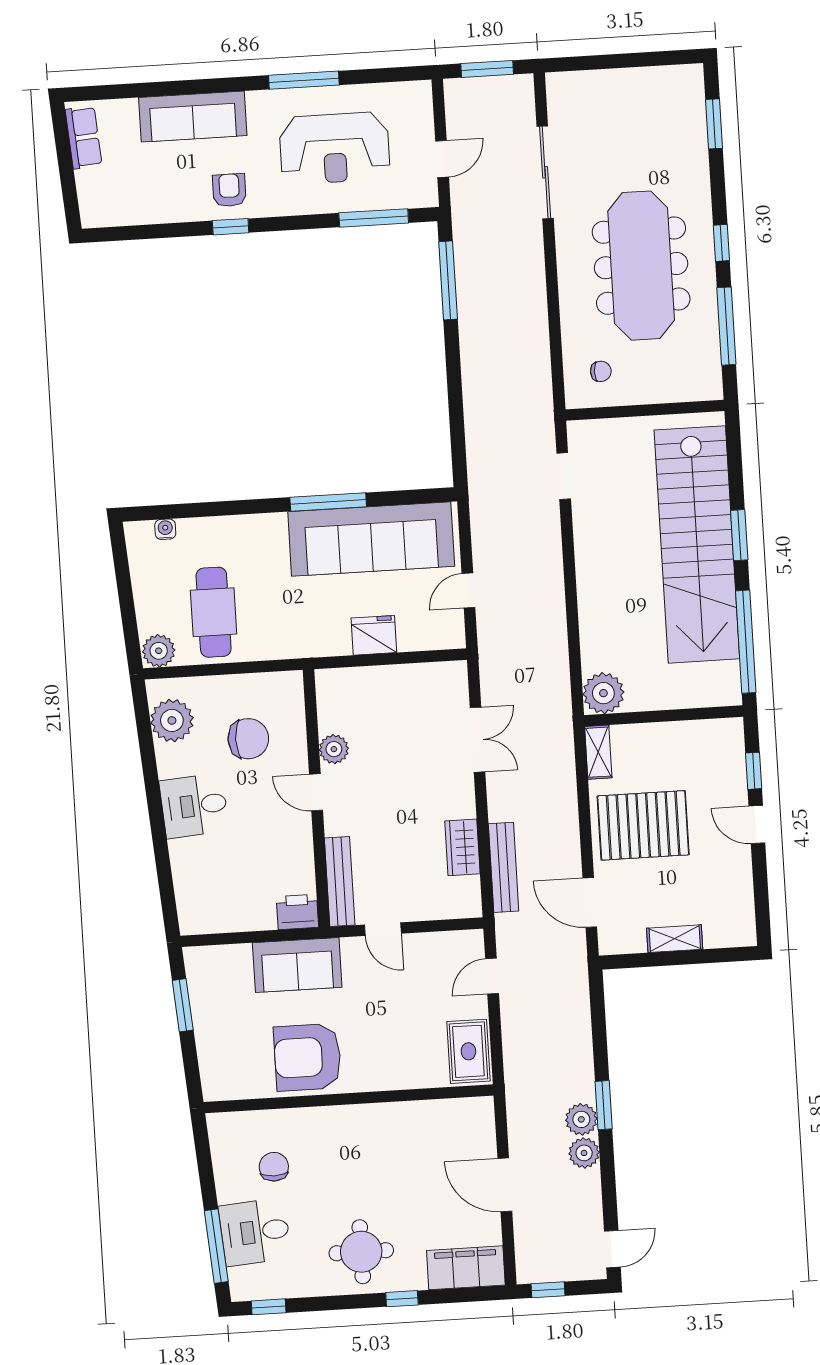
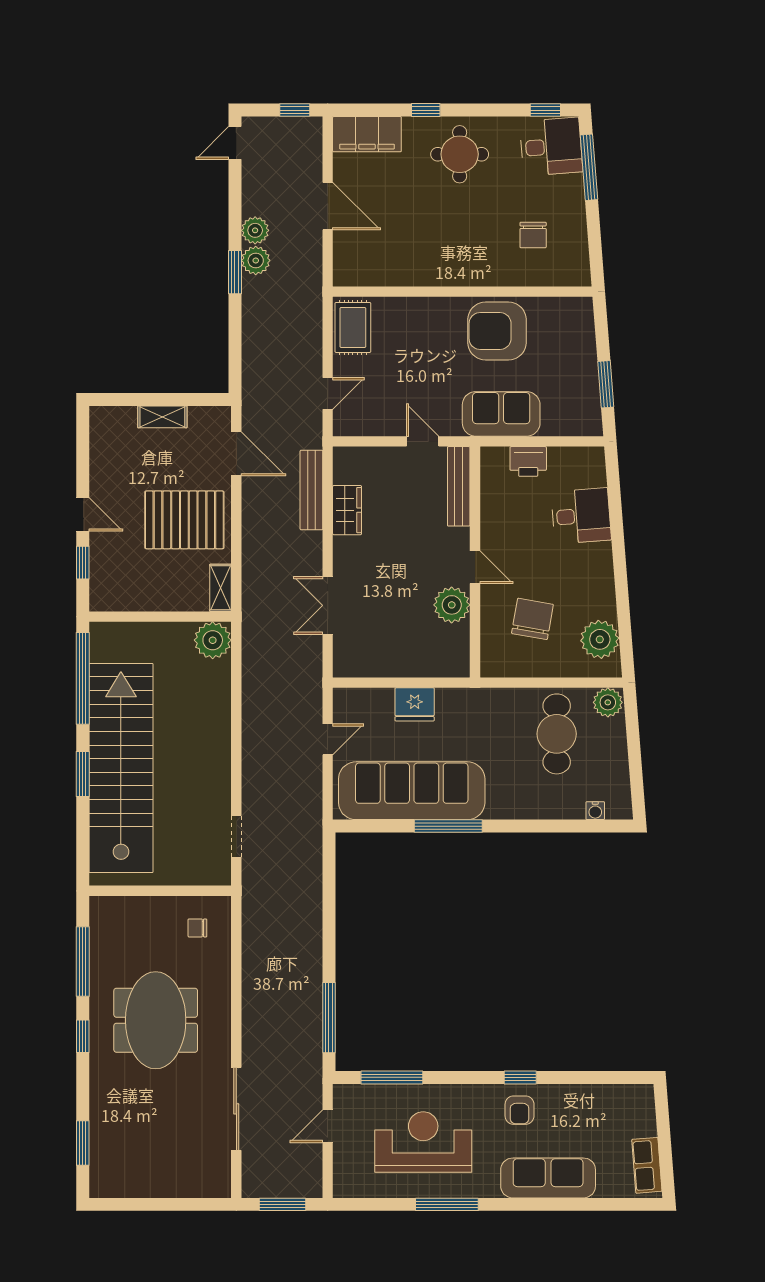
meeting table: (641, 266) -> (156, 1020), width x0.73
chair: (248, 739) -> (532, 619), turned 100
plant: (334, 749) -> (452, 605), width x1.36, depth x1.36
desk: (194, 806) -> (581, 516), moved
printer: (297, 912) -> (528, 461), moved
armchair: (308, 1057) -> (497, 331), turned 180
desk: (255, 1232) -> (551, 147), moved

